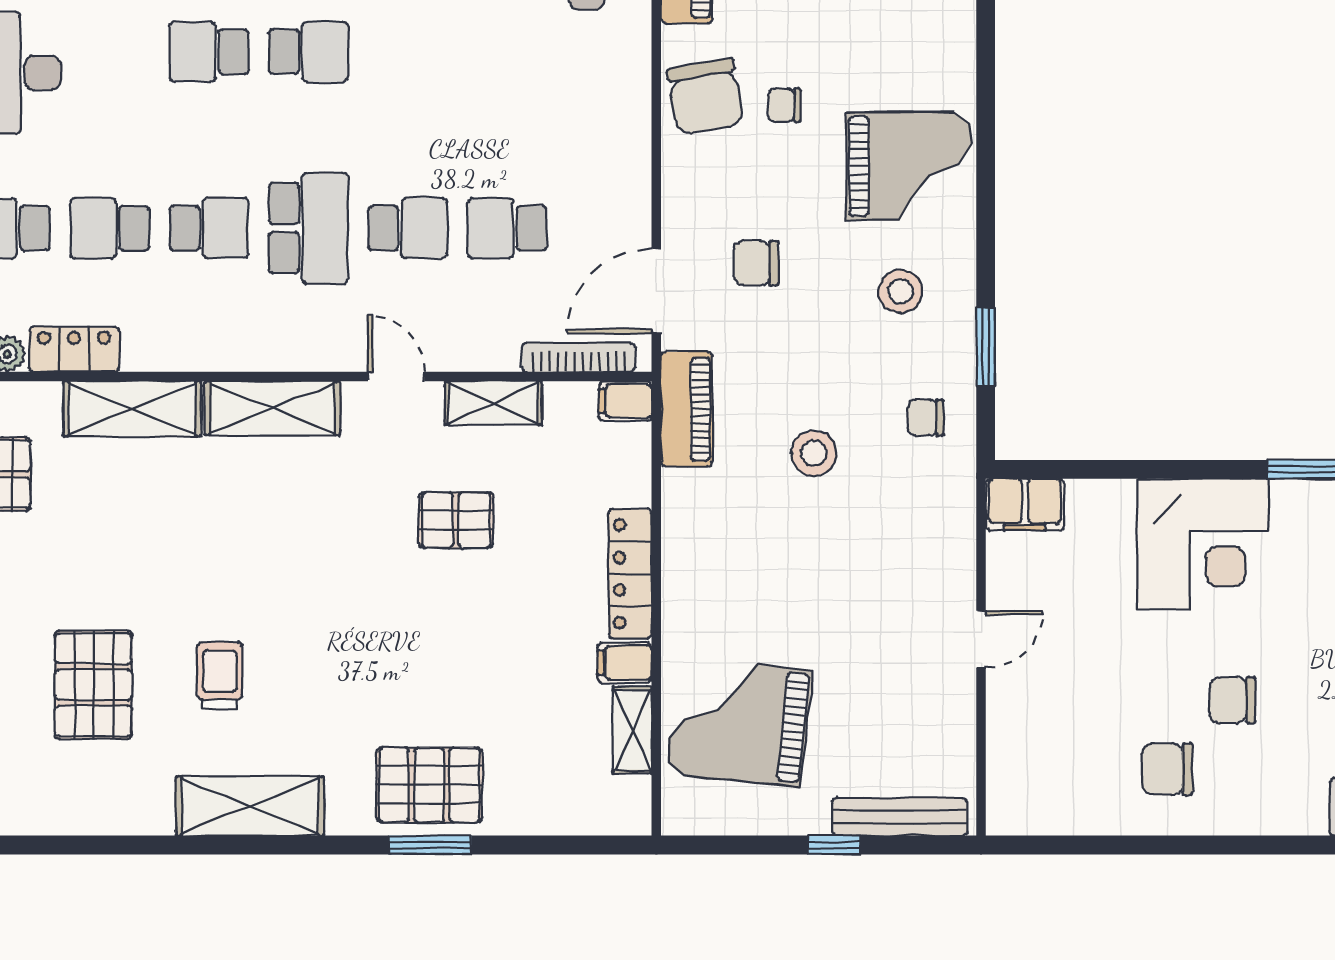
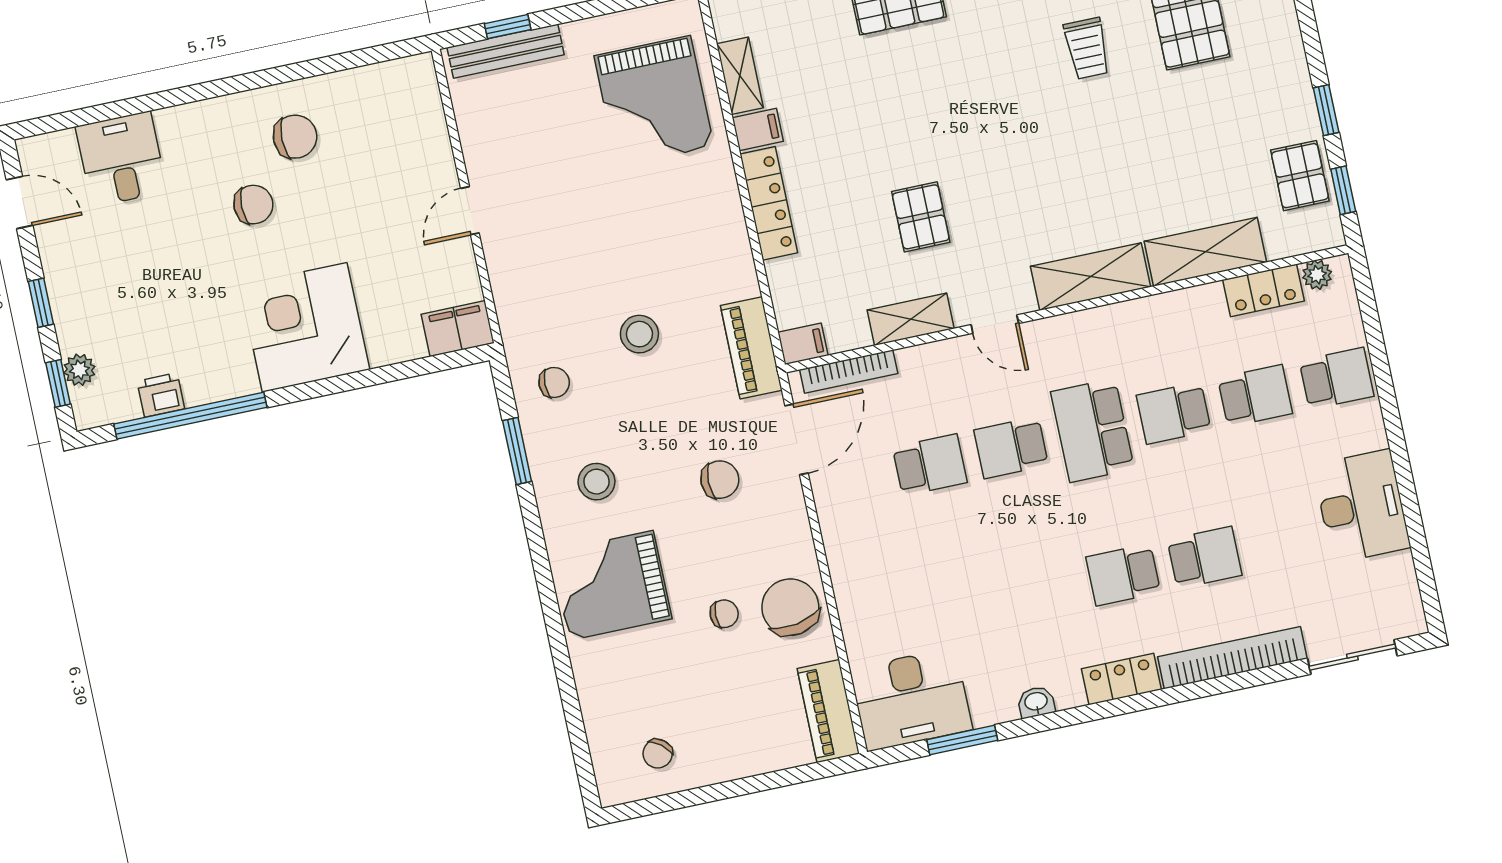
pallet: (456, 520) -> (921, 217), turned 90
grand piano: (739, 722) -> (654, 101), turned 84
window: (834, 845) -> (508, 27), moved

